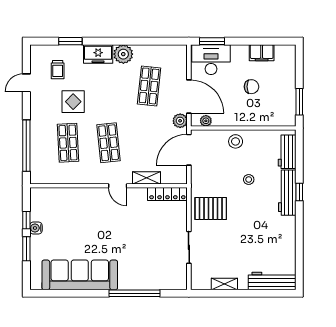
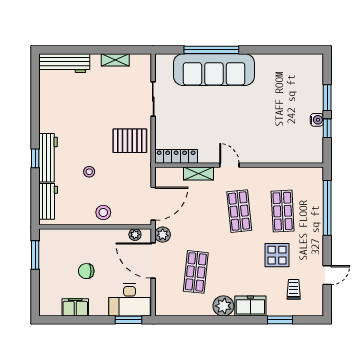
sofa: (80, 275) -> (214, 70), moved

